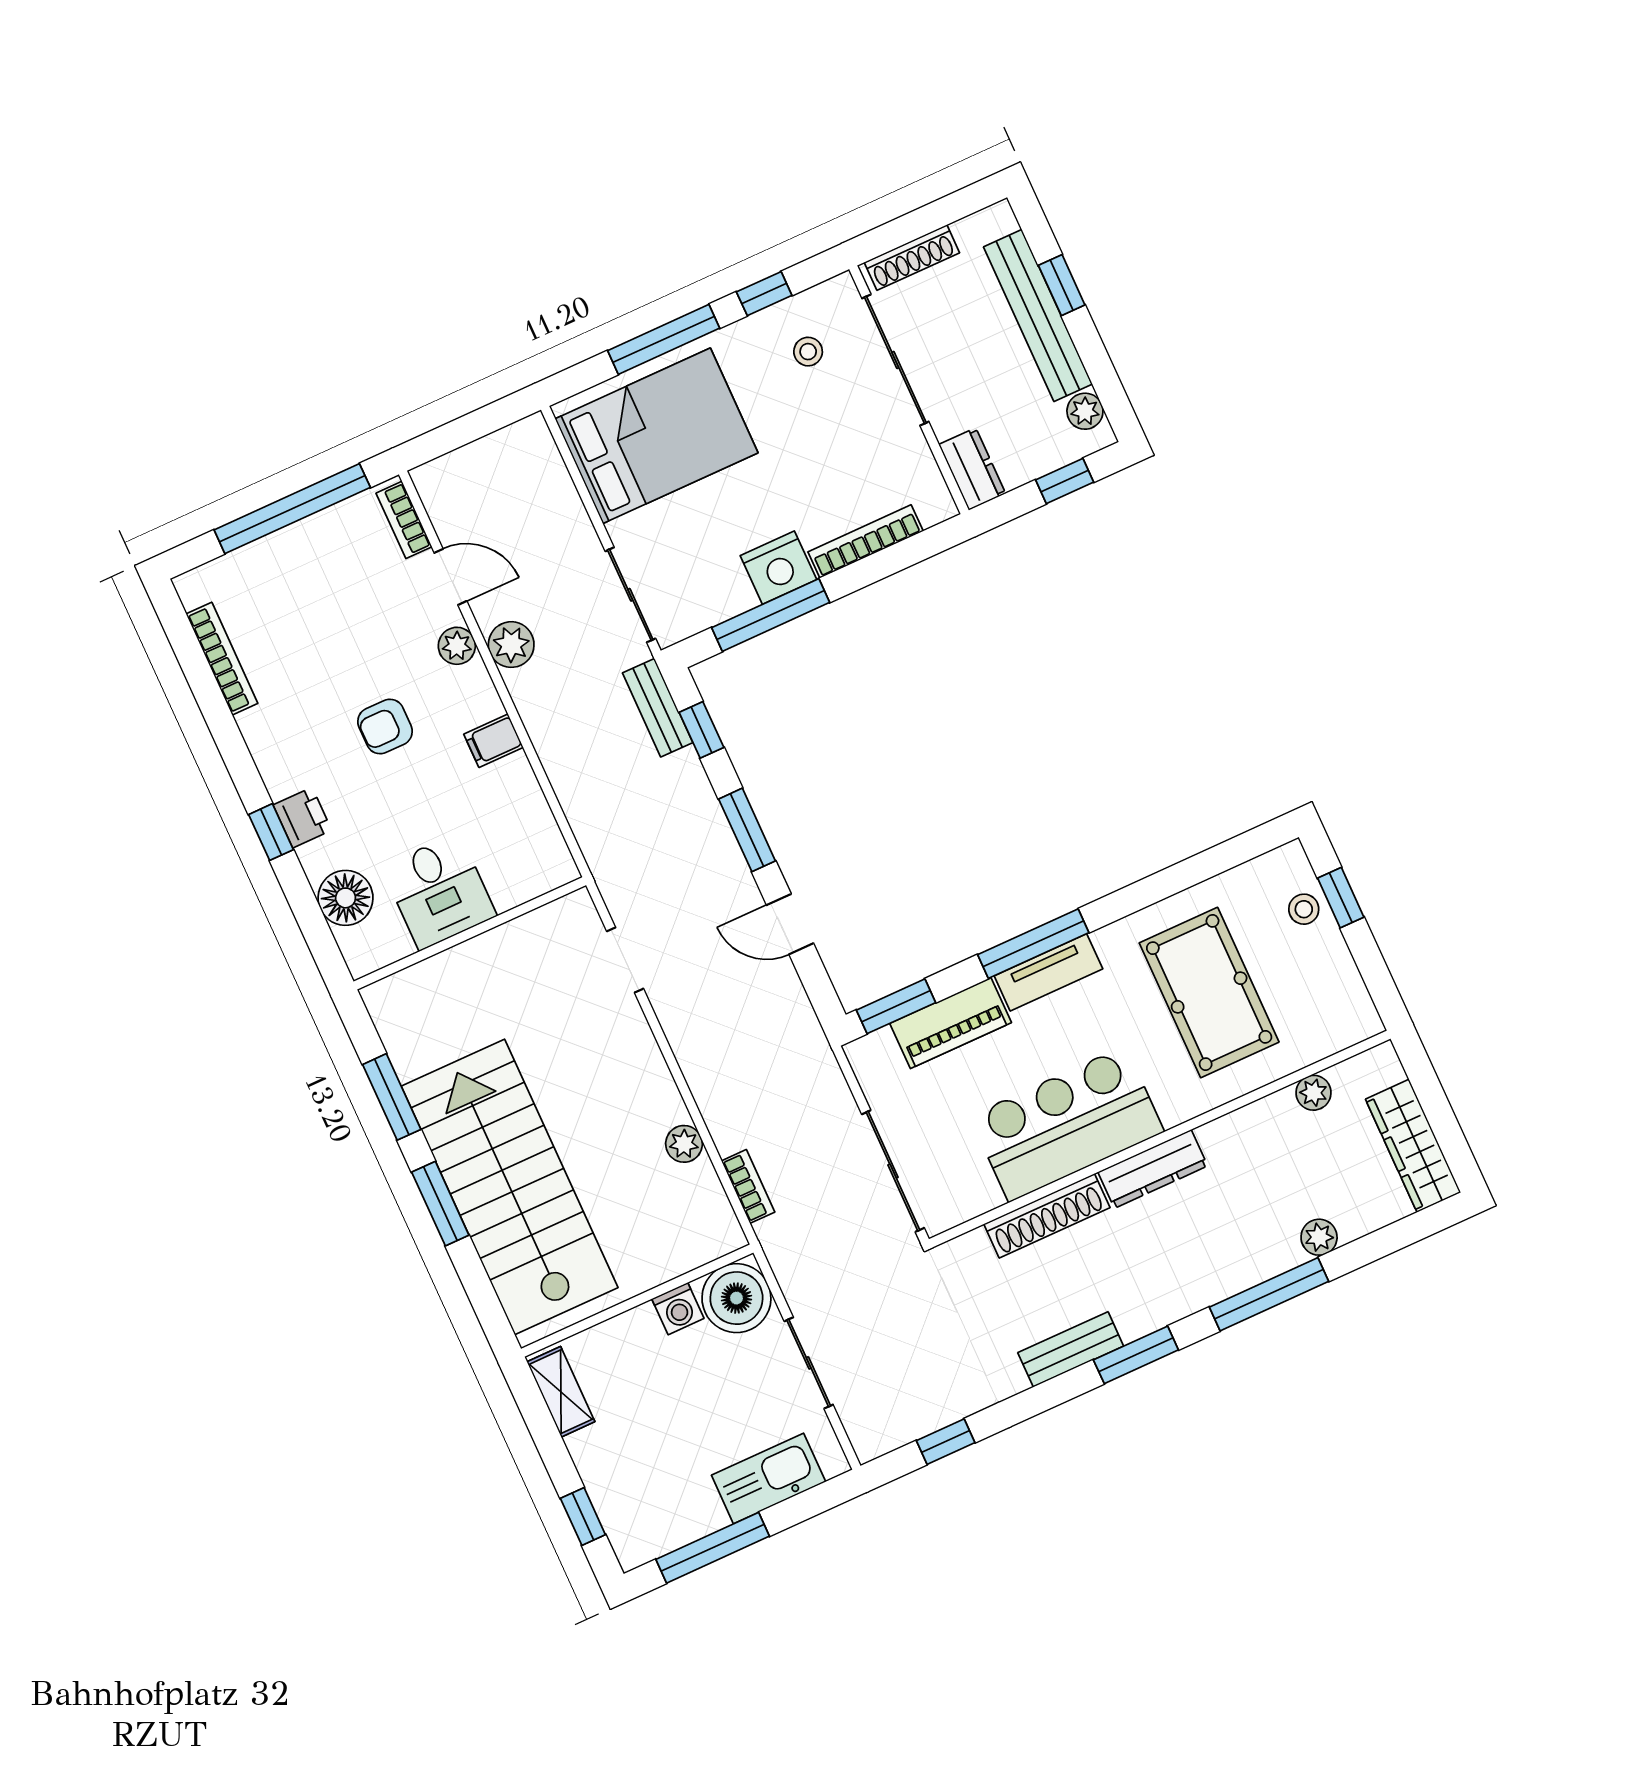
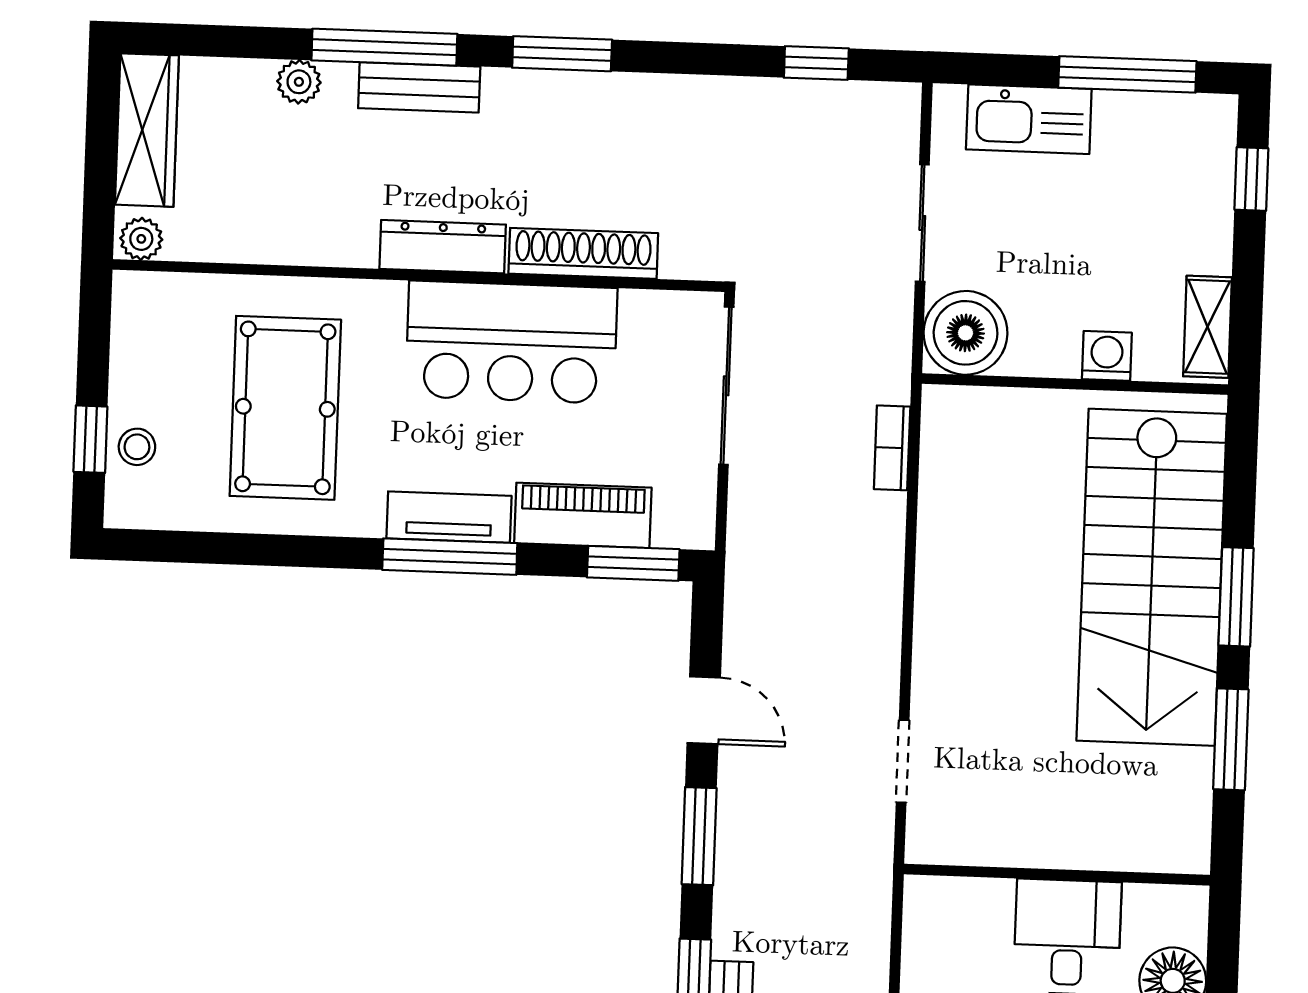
plant: (1314, 1093) -> (141, 239), moved
plant: (684, 1144) -> (939, 529), removed
washing machine: (678, 1309) -> (1107, 356), moved
bench: (1071, 1349) -> (419, 87), moved

